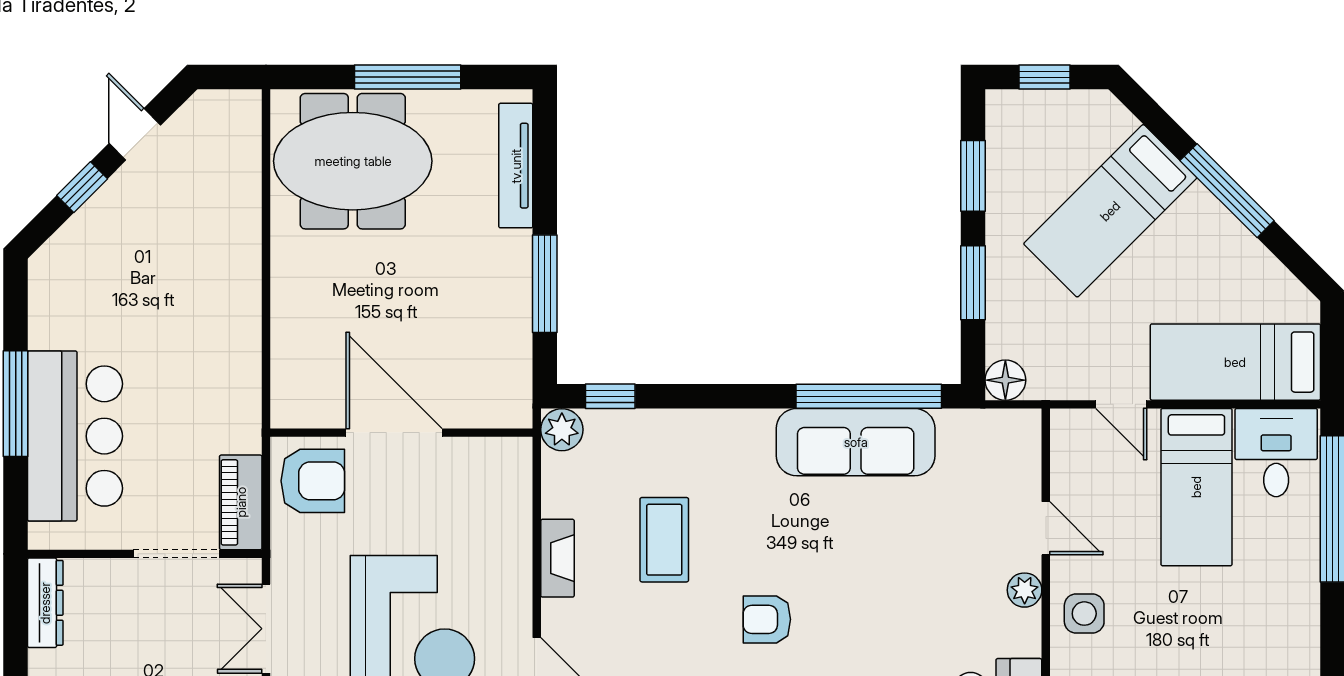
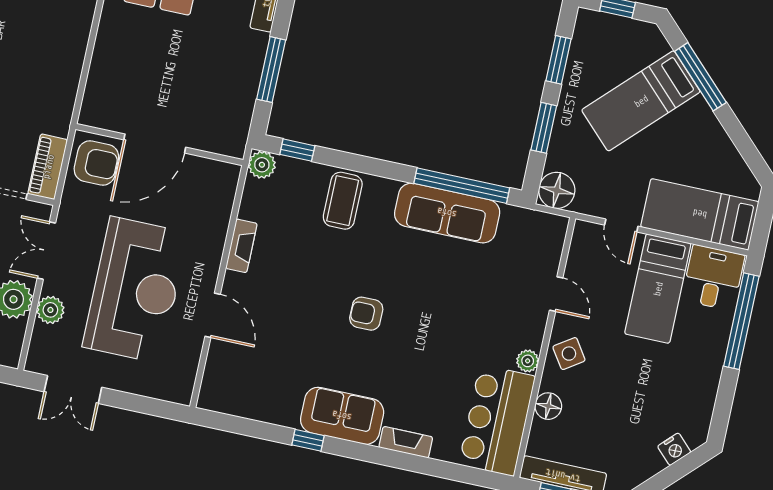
window: (1227, 191) -> (700, 77), moved
floor lamp: (1005, 380) -> (557, 190), width x1.38, depth x1.38
door: (394, 433) -> (155, 144), swing flipped
coffee table: (664, 540) -> (343, 201), moved
plant: (1025, 590) -> (528, 361), moved
side table: (1084, 614) -> (569, 354), turned -34

